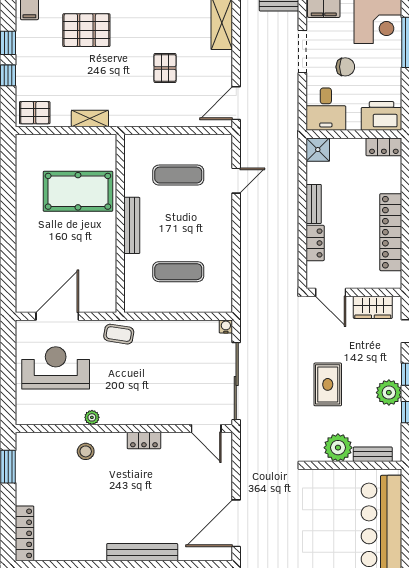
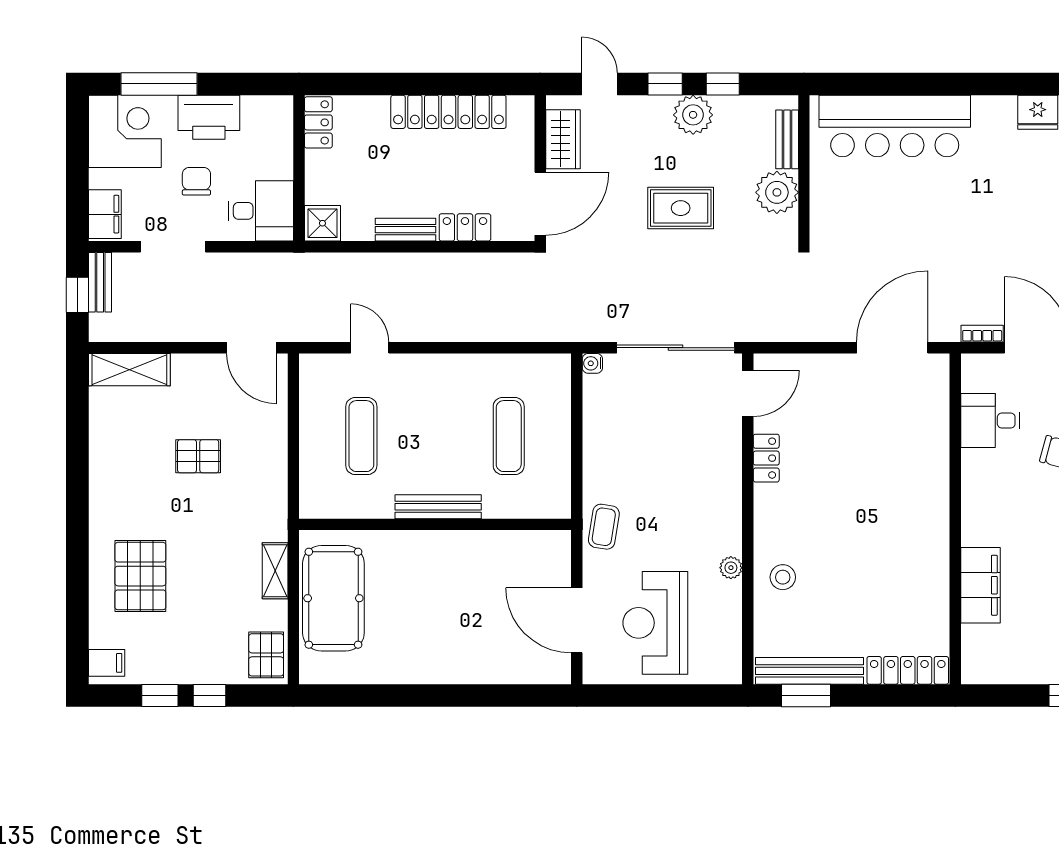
printer: (382, 116) -> (209, 117), moved, turned -90
pool table: (78, 191) -> (333, 598), moved
door: (331, 292) -> (540, 204), width x1.36
locker: (144, 441) -> (766, 458), moved
door: (236, 523) -> (892, 348), swing flipped
bench: (142, 552) -> (810, 671), moved, turned 90

